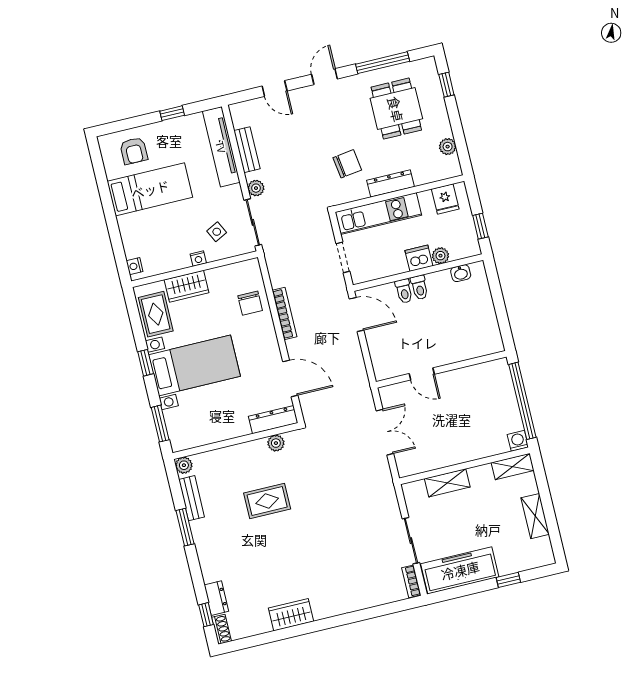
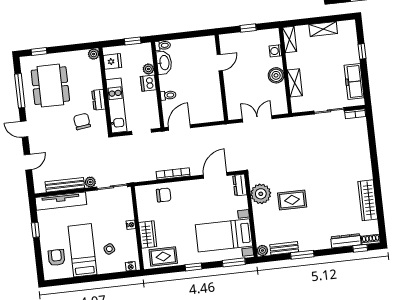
dining table: (396, 109) -> (50, 86), width x1.38
plant: (448, 147) -> (94, 54), moved
bench: (247, 150) -> (65, 185), width x1.36
armchair: (134, 151) -> (57, 258), turned -90
dresser: (391, 183) -> (99, 100), width x0.70
side table: (217, 232) -> (109, 249), moved
washbasin: (461, 273) -> (164, 63), width x1.91, depth x1.45
toilet: (419, 287) -> (163, 46), moved
bed with nightstands: (195, 365) -> (224, 235), moved, turned -90
door: (422, 374) -> (220, 63), moved
window: (522, 401) -> (248, 28), width x0.32
dresser: (273, 420) -> (240, 185), width x0.70
washing machine: (518, 441) -> (275, 51), moved
plant: (276, 443) -> (261, 194), width x1.87, depth x1.87
boiler: (455, 453) -> (276, 75), added
rug: (267, 501) -> (292, 200), turned 90
freezer: (460, 570) -> (354, 82), width x0.73, depth x0.79
dresser: (216, 598) -> (346, 241), width x1.44
wardrobe: (291, 615) -> (368, 200), width x1.50

